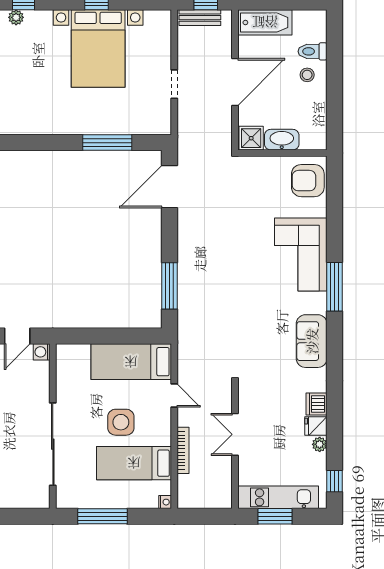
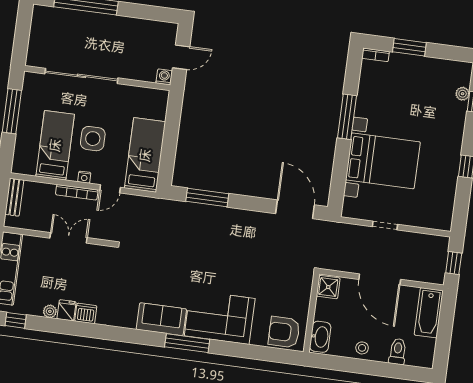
bench: (200, 18) -> (14, 197), moved
bed with nightstands: (98, 49) -> (383, 161), moved, turned 180
stool: (307, 75) -> (362, 348), moved
washbasin: (282, 140) -> (320, 337), moved
window: (107, 143) -> (347, 117), moved
armchair: (308, 181) -> (284, 332), turned -90
door: (17, 336) -> (181, 57), swing flipped
sofa: (312, 341) -> (161, 319), moved
bookcase: (183, 450) -> (77, 192), moved
nightstand: (165, 502) -> (84, 177), moved

